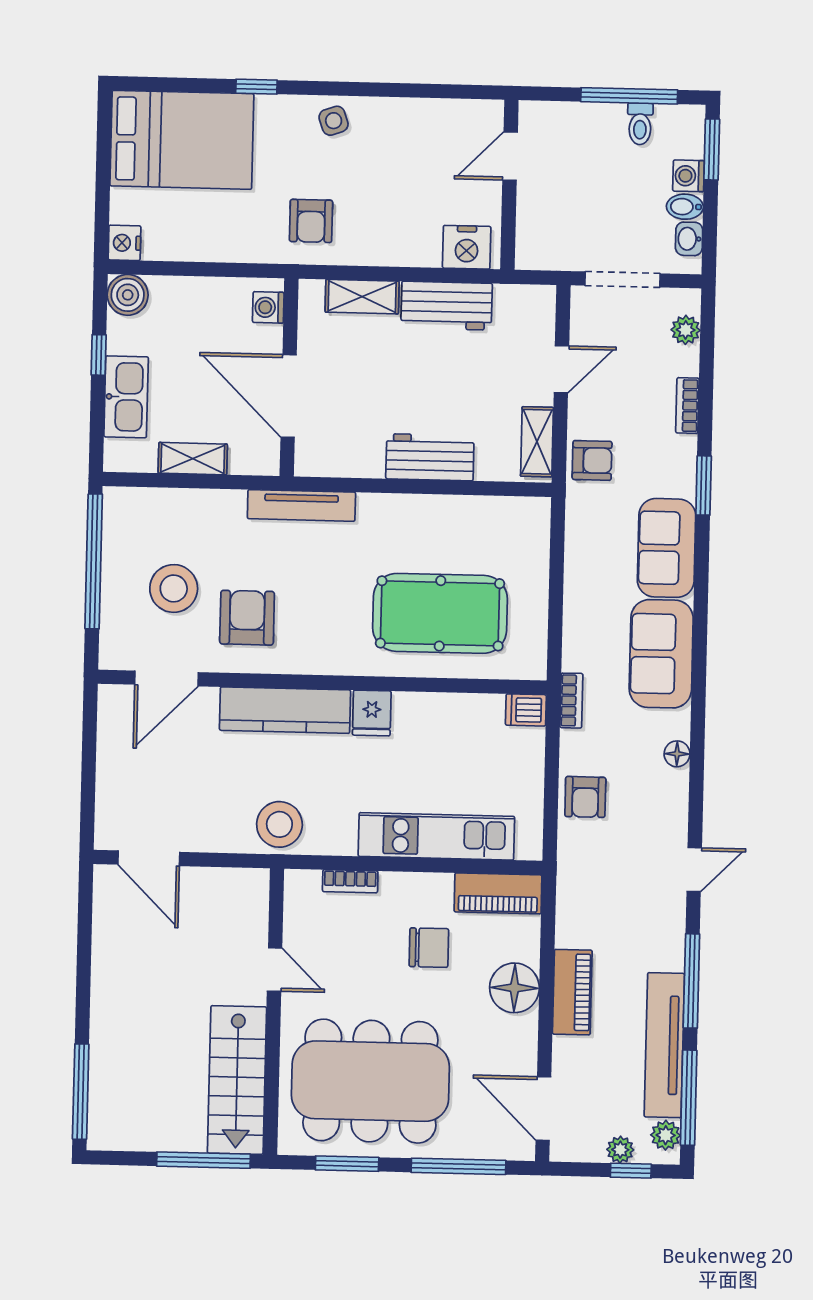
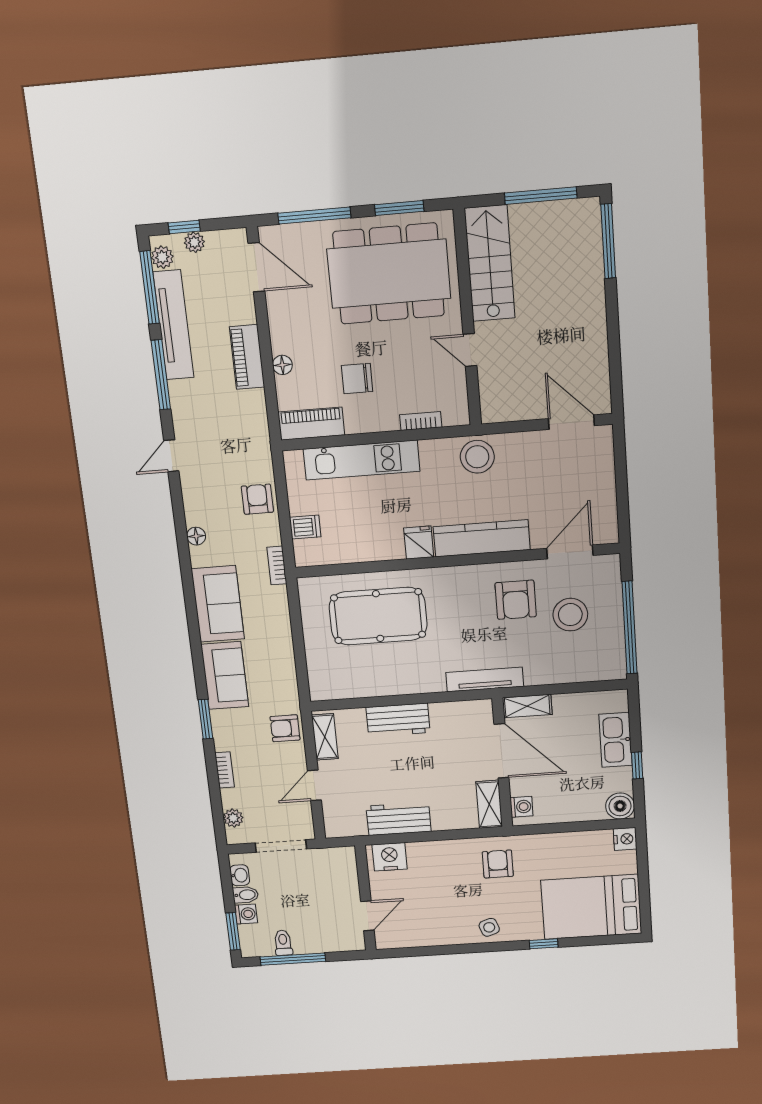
shelving: (362, 297) -> (489, 804), moved, turned 90
shelving: (193, 459) -> (527, 706), moved
dishwasher: (526, 710) -> (305, 527), moved
floor lamp: (514, 988) -> (282, 365), width x0.53, depth x0.53
window: (203, 1160) -> (541, 196), moved

